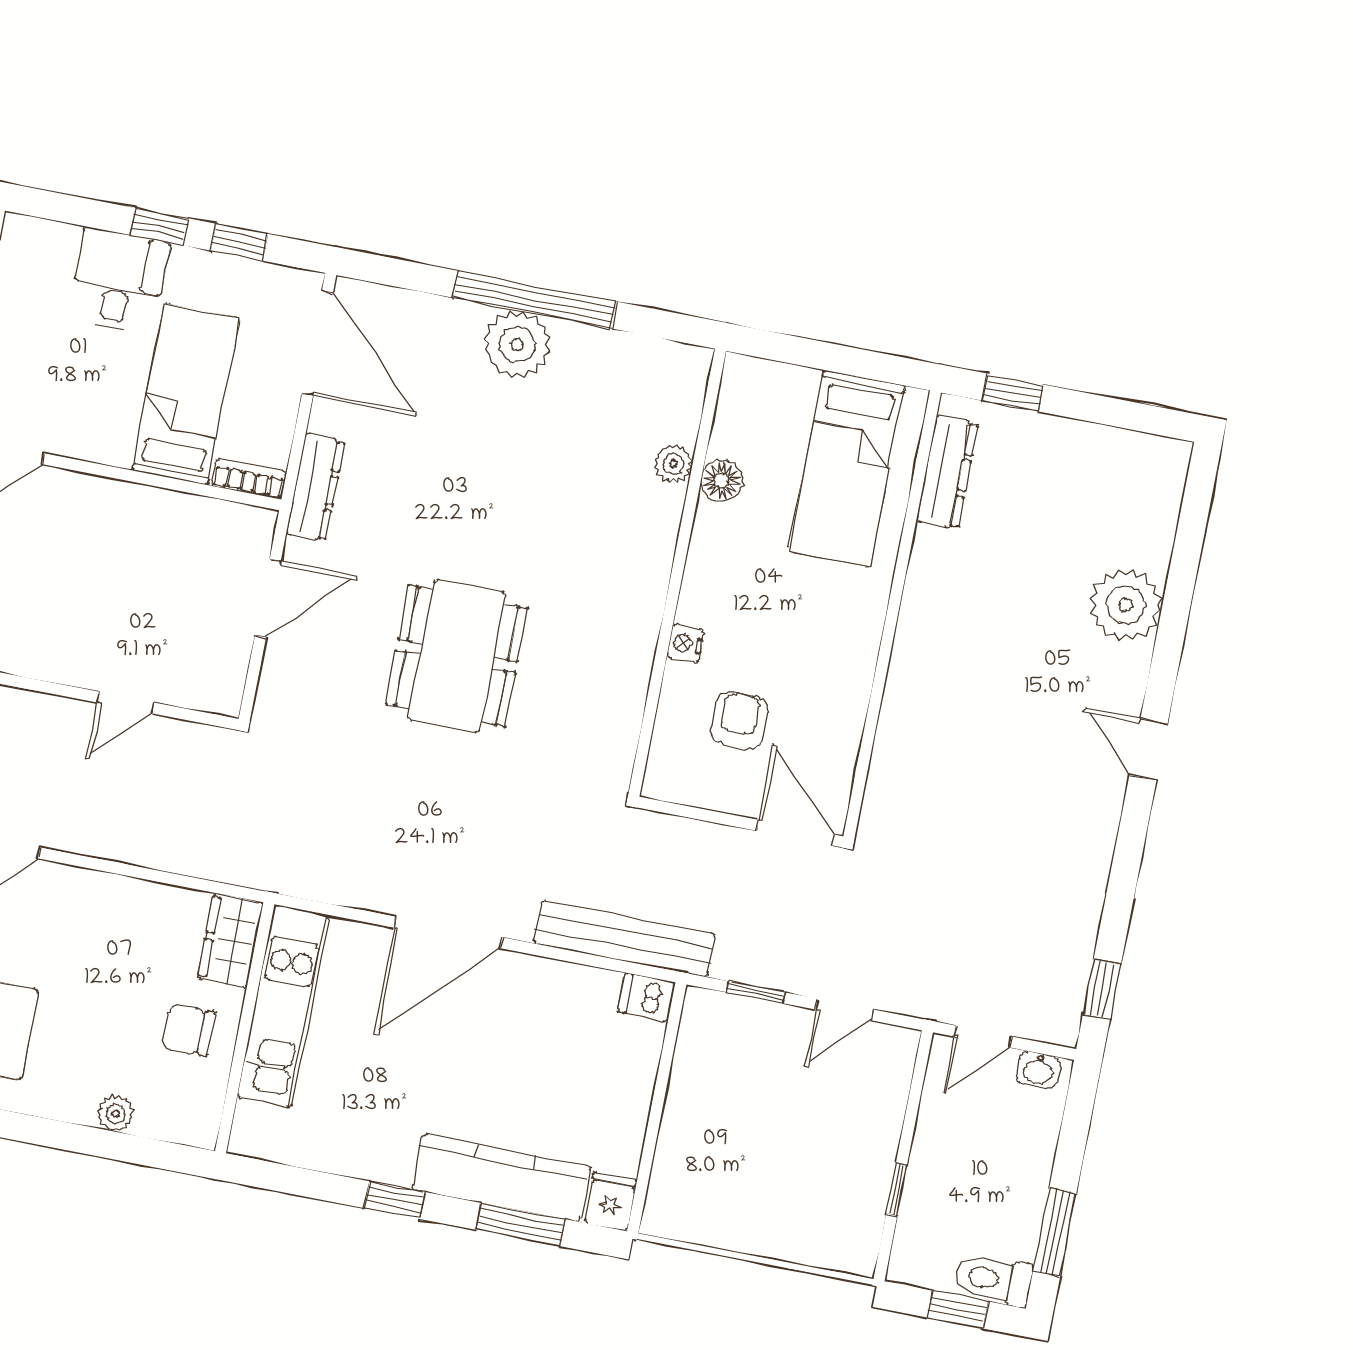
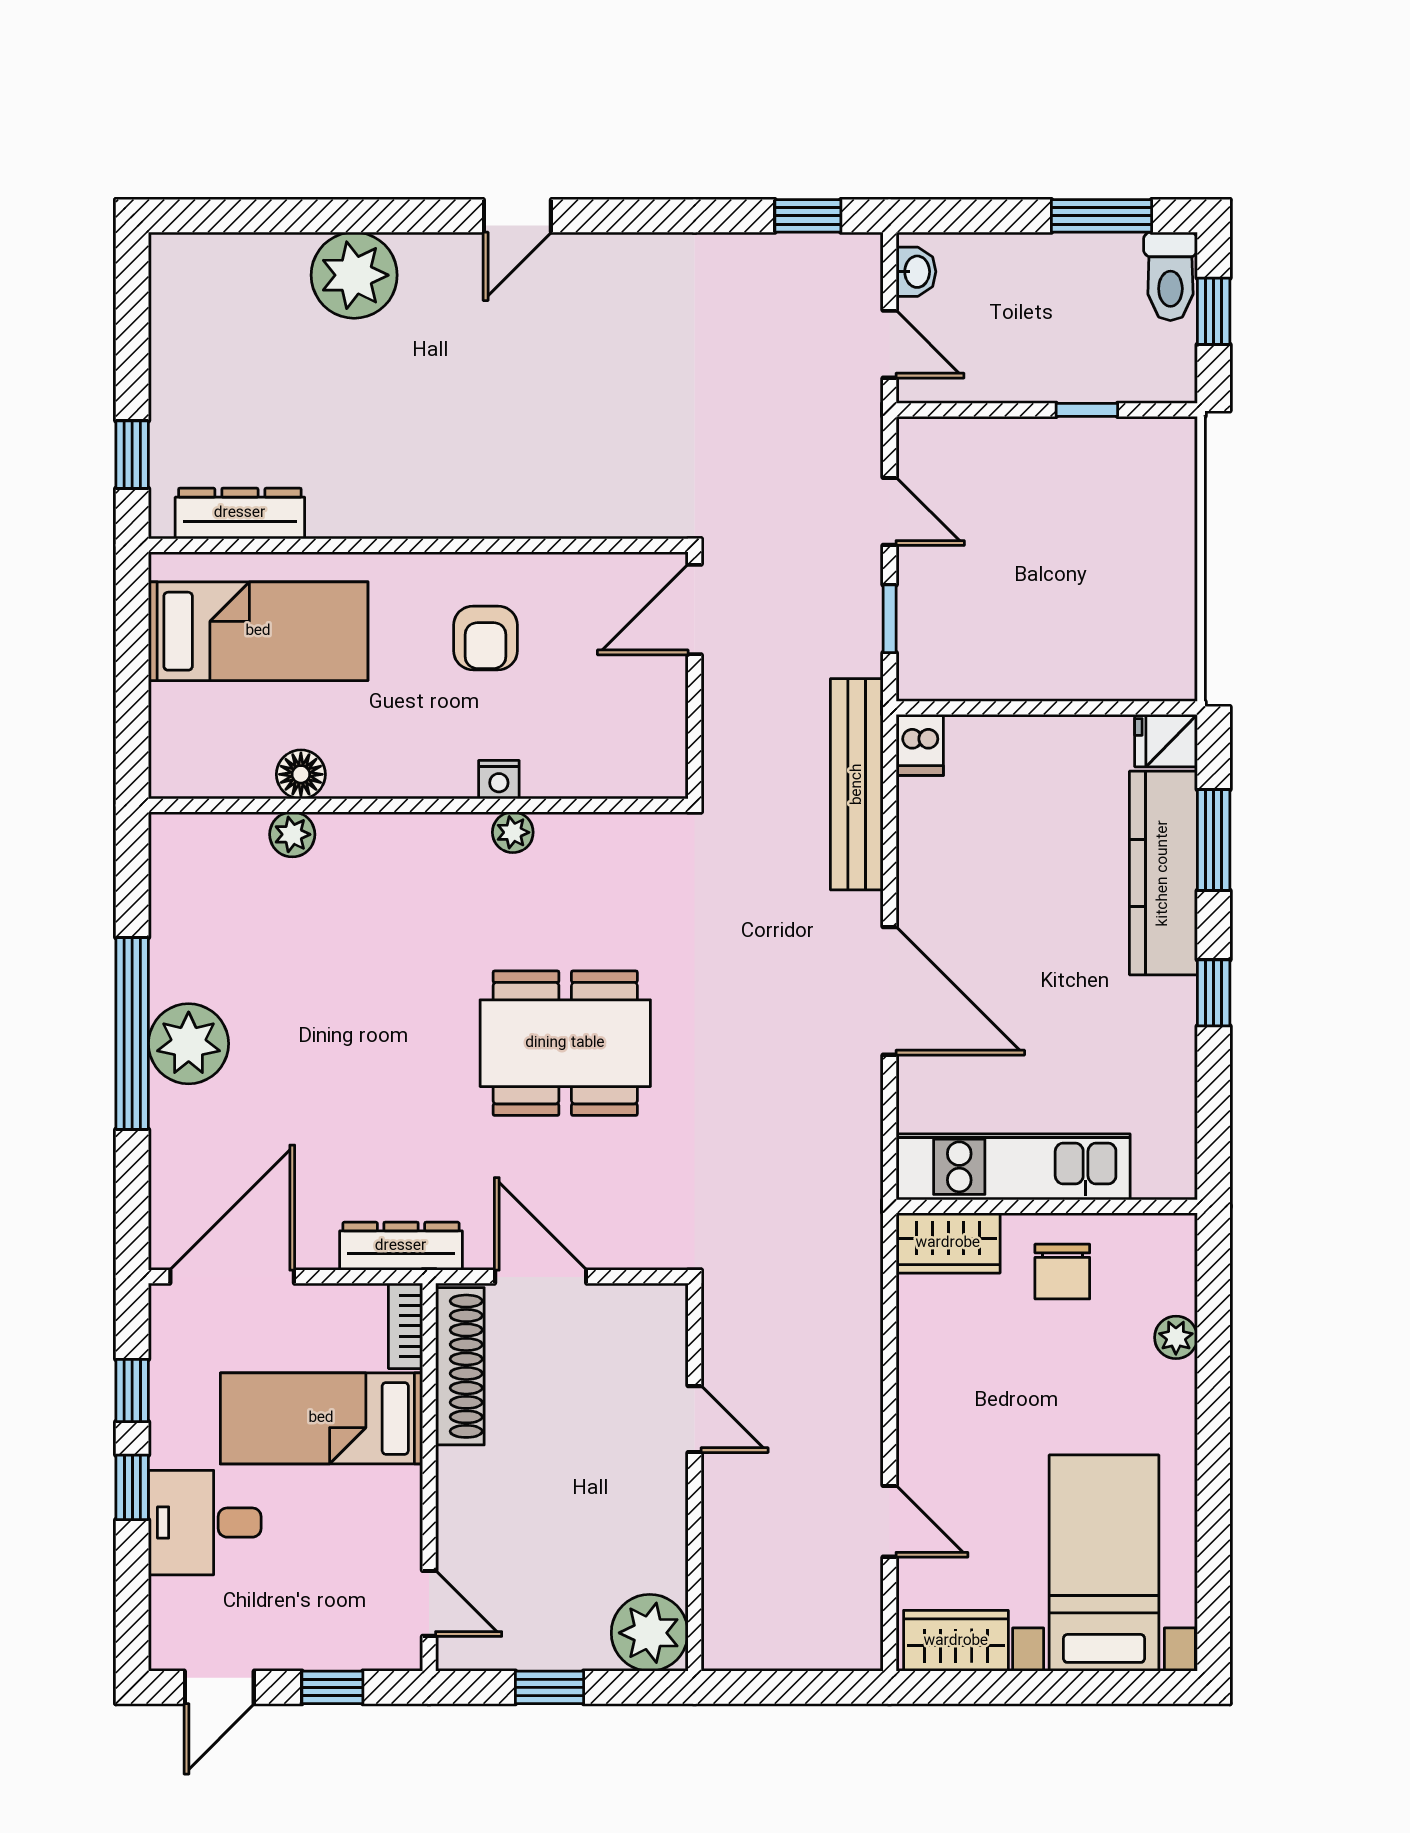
shoe rack: (207, 517) -> (460, 1366), added
plant: (640, 647) -> (513, 832), added
armchair: (739, 720) -> (485, 638), moved, turned -90

